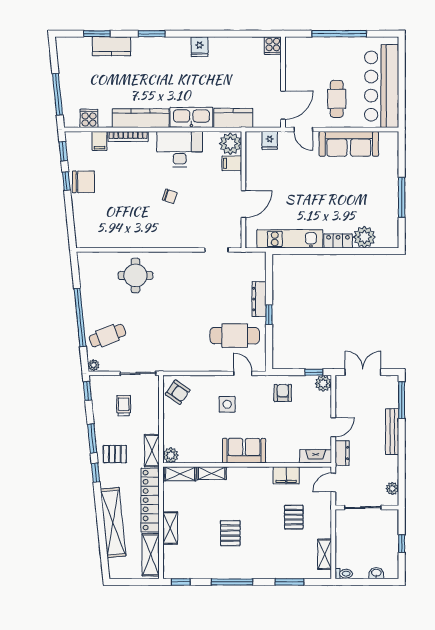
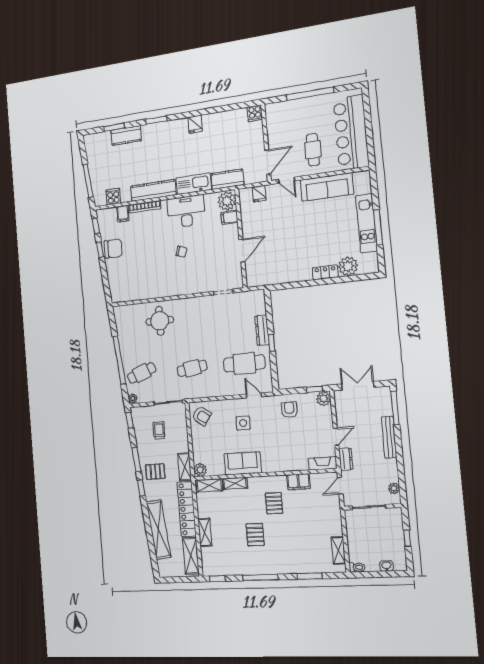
kitchen unit: (290, 239) -> (366, 223), moved, turned -90
cafe table: (171, 336) -> (192, 368), added
sofa: (244, 451) -> (243, 463), moved
pallet: (294, 517) -> (274, 503), moved

